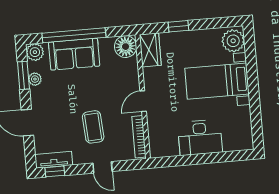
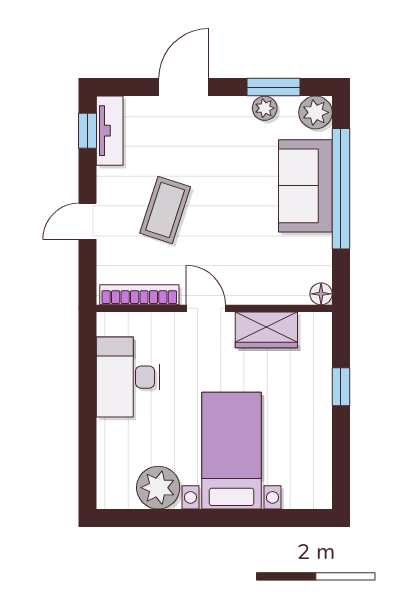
plant: (233, 41) -> (158, 488), moved
floor lamp: (126, 47) -> (321, 294), width x0.53, depth x0.53
wardrobe: (150, 50) -> (266, 330), moved
coffee table: (93, 127) -> (165, 210), turned -68
desk: (200, 138) -> (128, 377), moved

